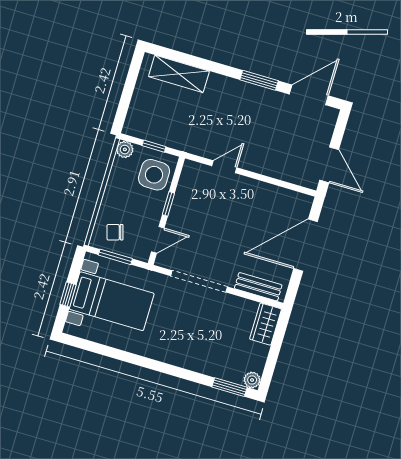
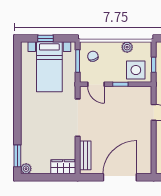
plant: (125, 149) -> (127, 47), moved
door: (306, 245) -> (120, 177), hinge flipped

